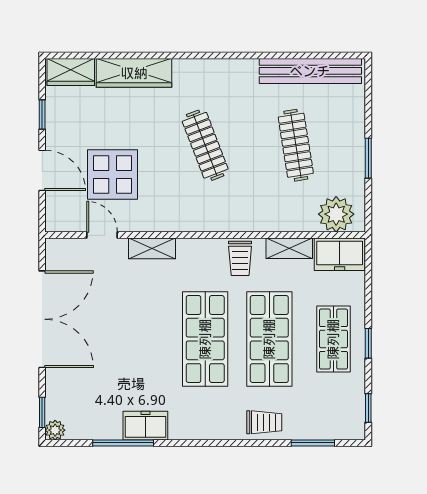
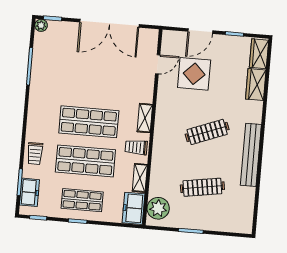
bench: (310, 71) -> (251, 155), moved
wardrobe: (134, 73) -> (256, 85), width x0.67
shelving: (152, 248) -> (145, 118), moved
freezer: (145, 426) -> (29, 192), moved

